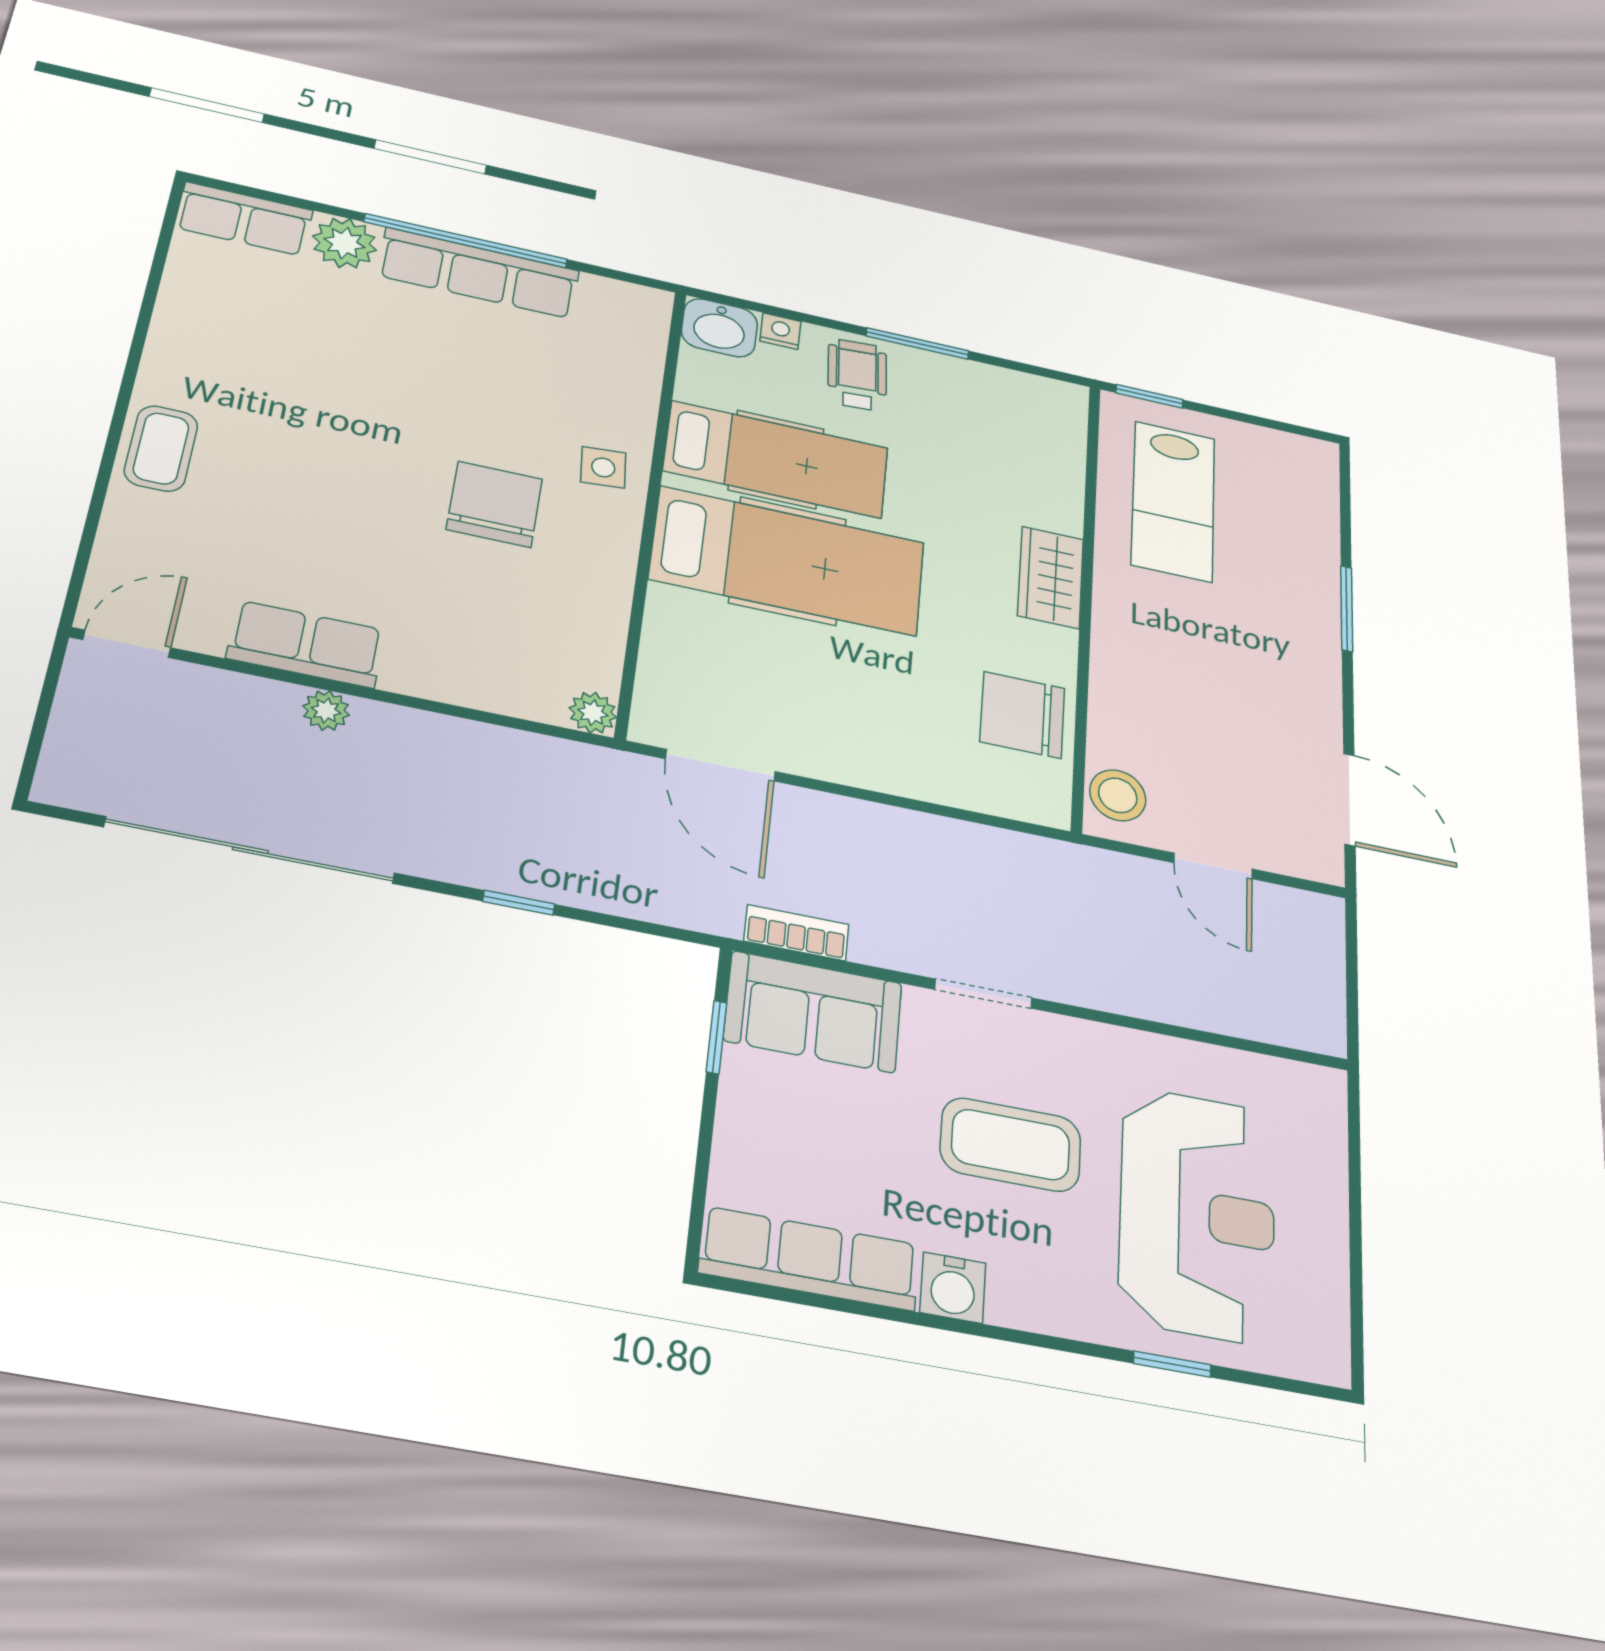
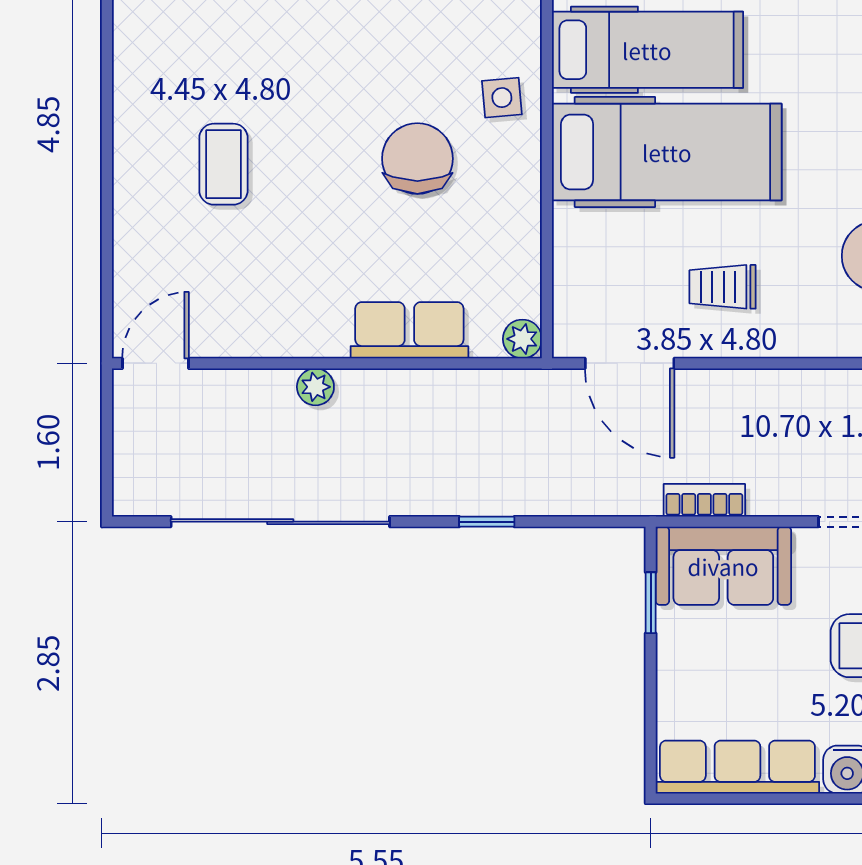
coffee table: (161, 448) -> (223, 164), moved
row of seats: (306, 644) -> (409, 330), moved
trolley: (840, 709) -> (723, 287), added

